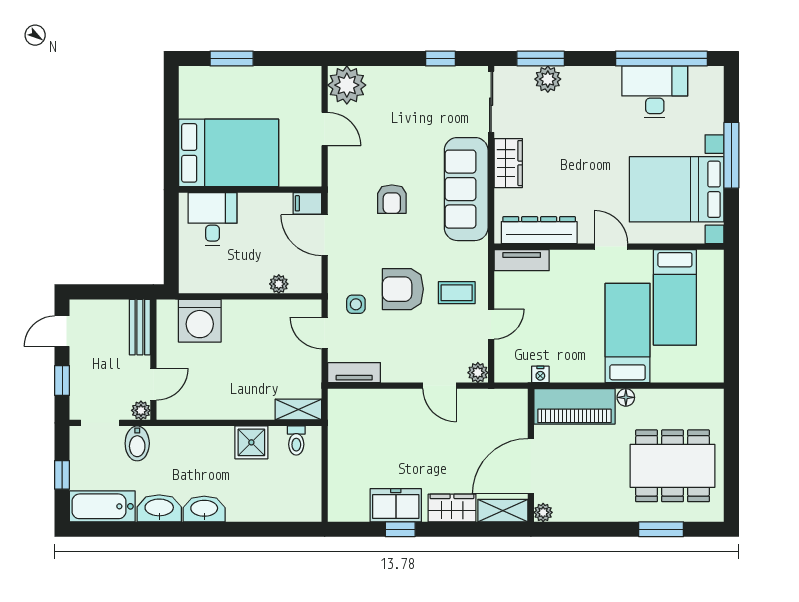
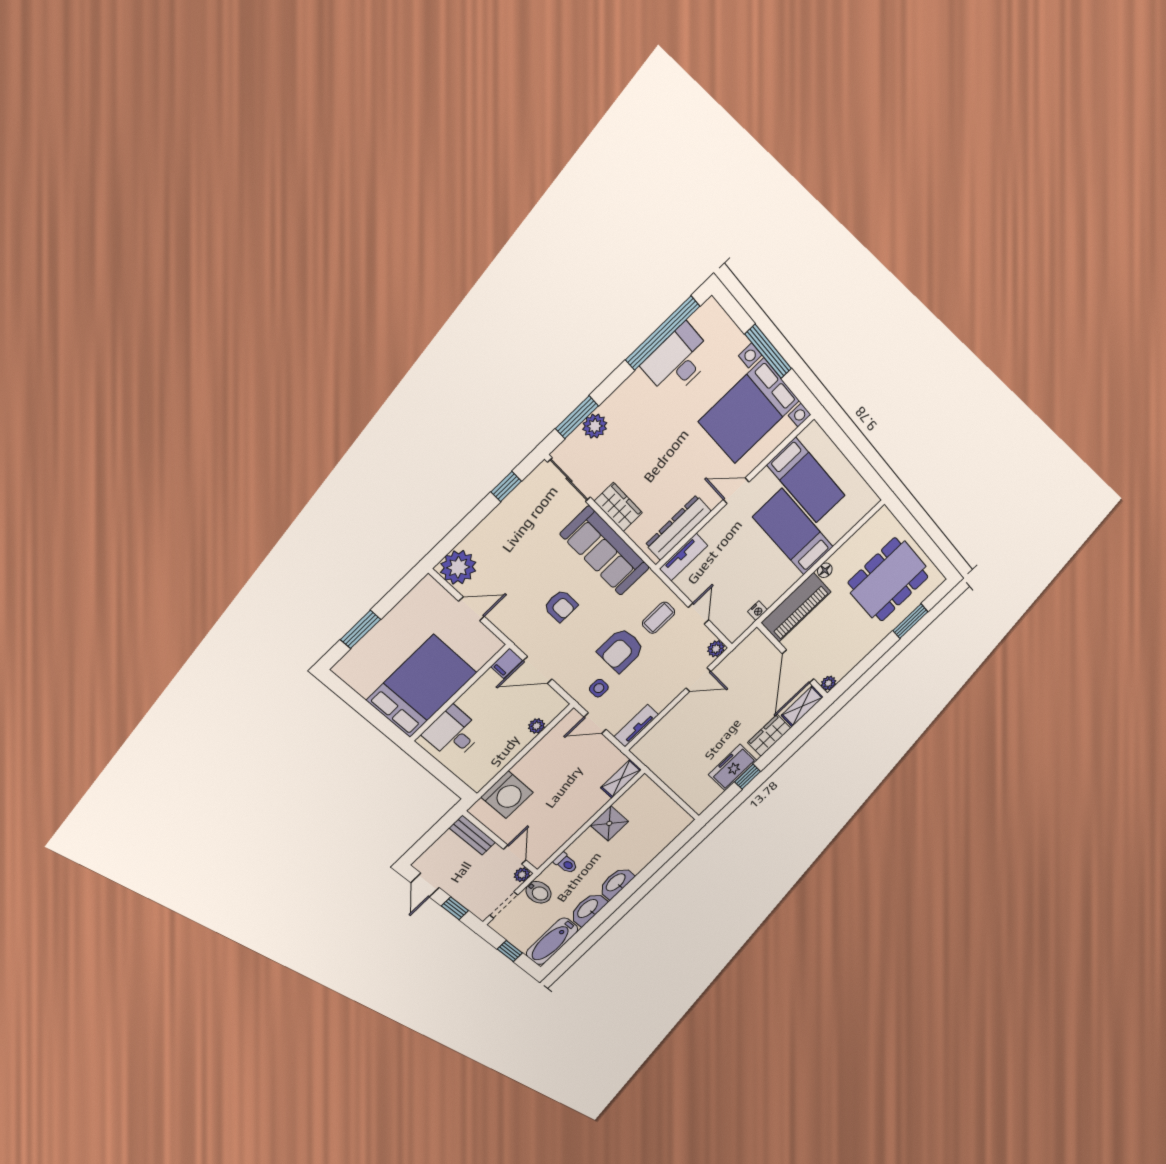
toilet: (296, 441) -> (566, 863), moved

